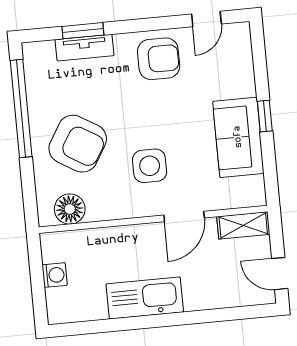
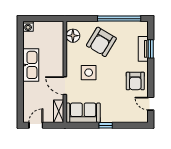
sofa: (238, 137) -> (83, 113), moved
washing machine: (55, 275) -> (28, 26), moved

